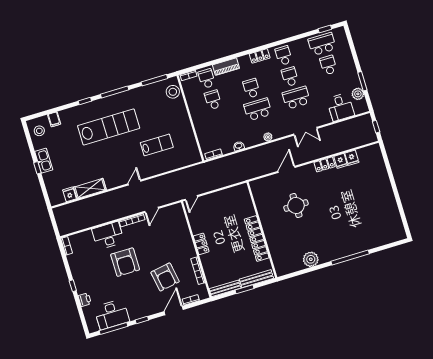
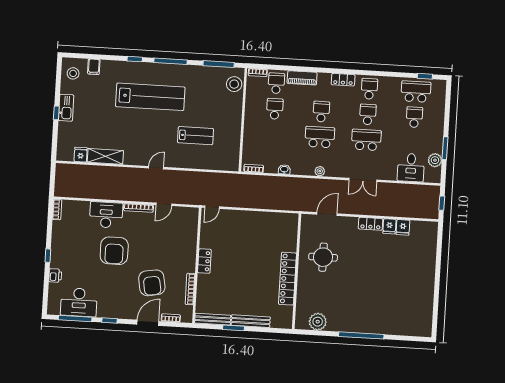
wall: (262, 230) -> (297, 271), moved
locker: (257, 239) -> (287, 279), moved

